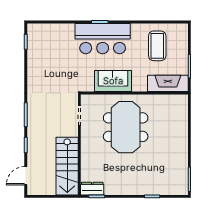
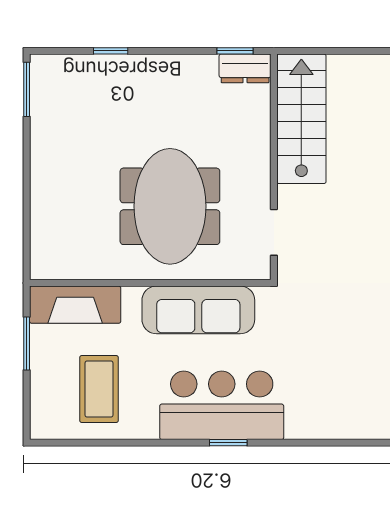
sofa: (113, 81) -> (198, 310), width x1.36

